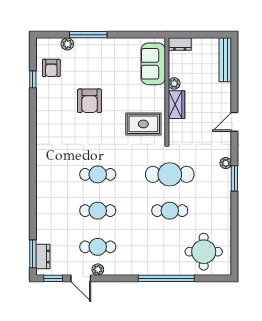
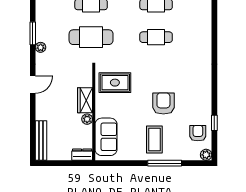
plant: (67, 44) -> (206, 155), moved
coffee table: (99, 61) -> (154, 139), added

